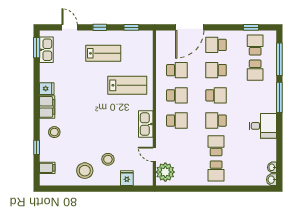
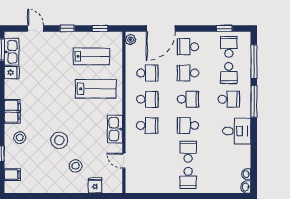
lab bench: (103, 53) -> (91, 56), moved
fridge: (47, 89) -> (12, 73), moved
school desk: (255, 95) -> (229, 99), added
stool: (85, 171) -> (59, 140), moved
plant: (165, 172) -> (131, 40), moved, width x0.53, depth x0.53

